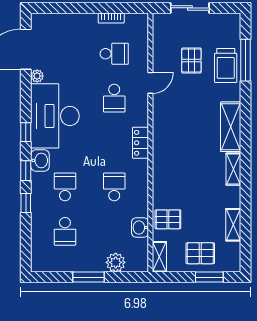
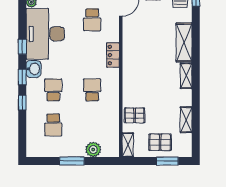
washbasin: (140, 228) -> (113, 122), removed

